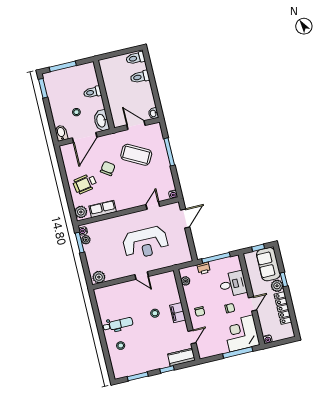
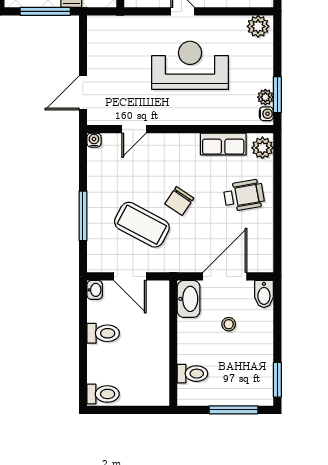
toilet: (140, 77) -> (103, 333), moved
toilet: (92, 92) -> (192, 374), moved
chair: (108, 168) -> (179, 201), moved
reception desk: (145, 243) -> (190, 65), moved

